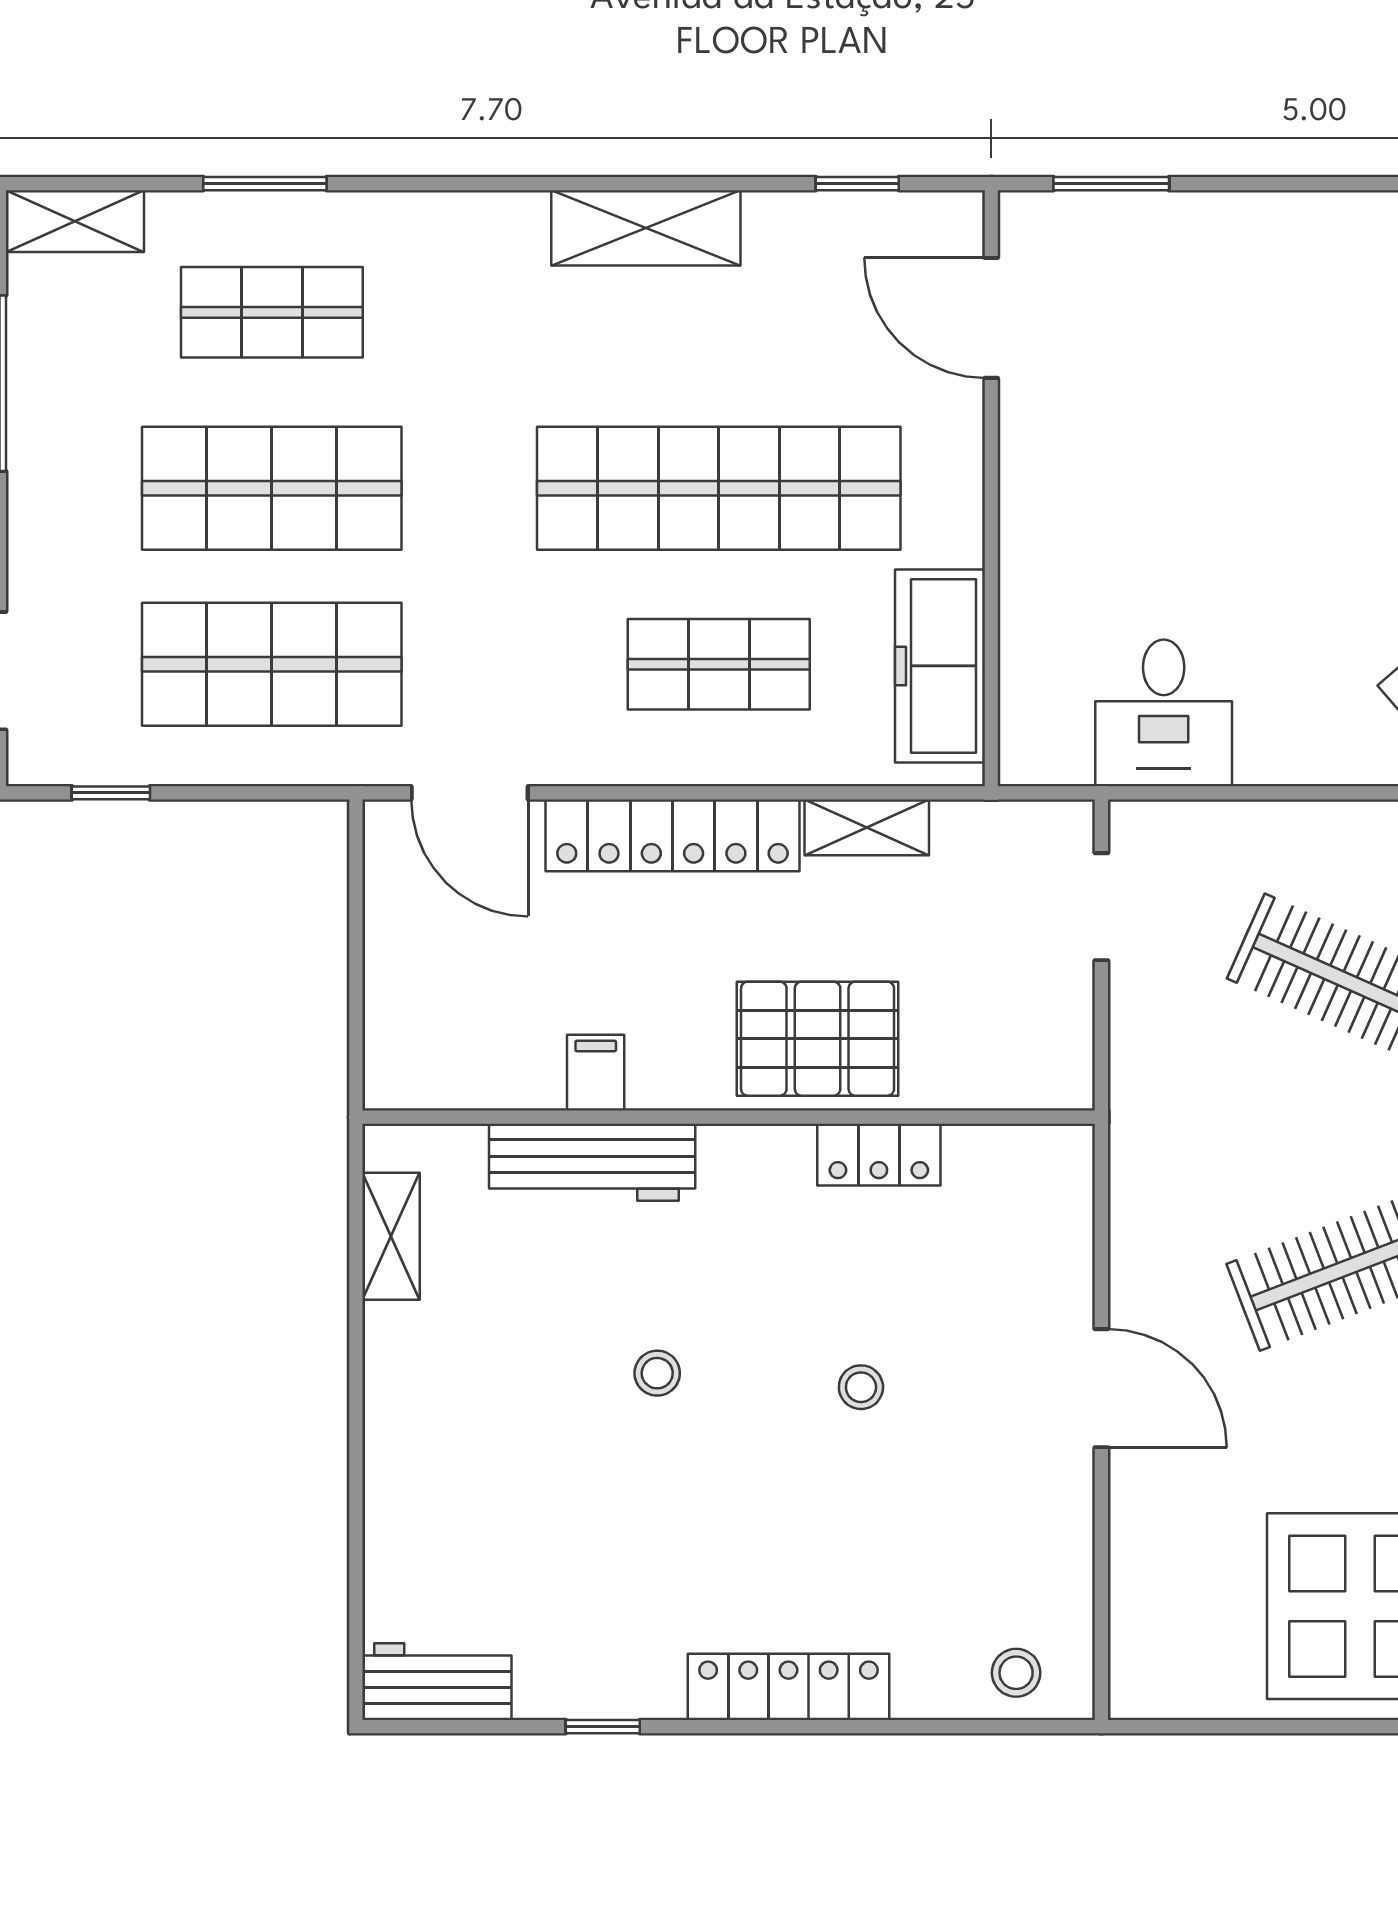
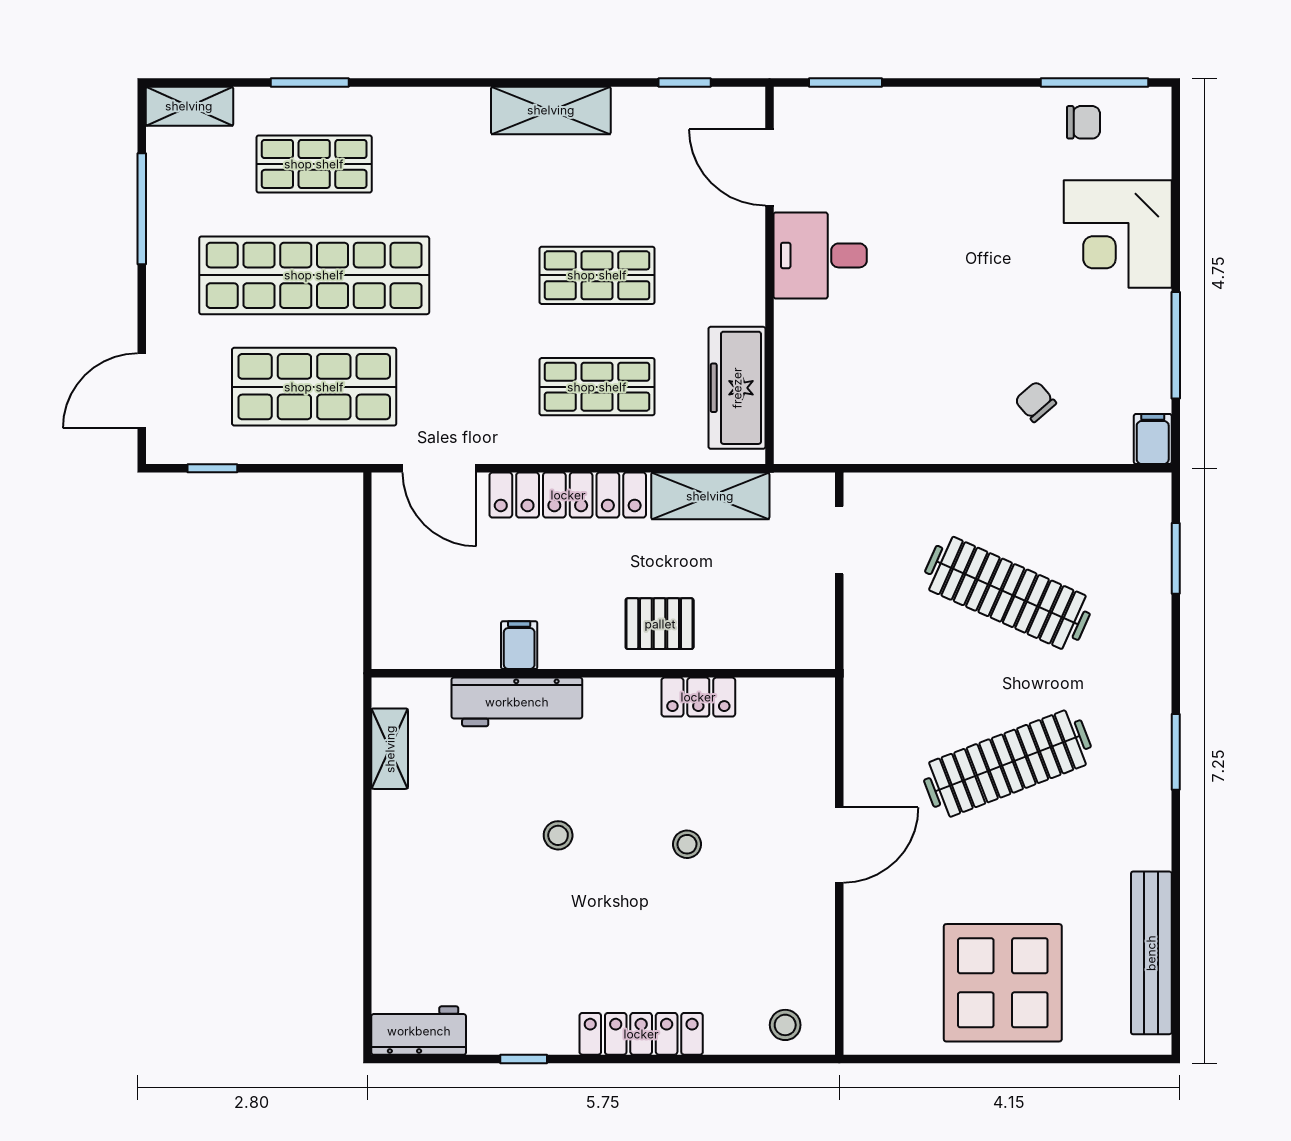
shop shelf: (272, 488) -> (314, 275), width x1.40
shop shelf: (719, 488) -> (597, 275), width x0.50, depth x0.74
desk: (1164, 713) -> (820, 255), moved, turned 90
shelving: (867, 827) -> (710, 496), width x1.50, depth x1.33
pallet: (818, 1039) -> (660, 624), width x0.67, depth x0.71
door: (1101, 1388) -> (839, 845), hinge flipped

